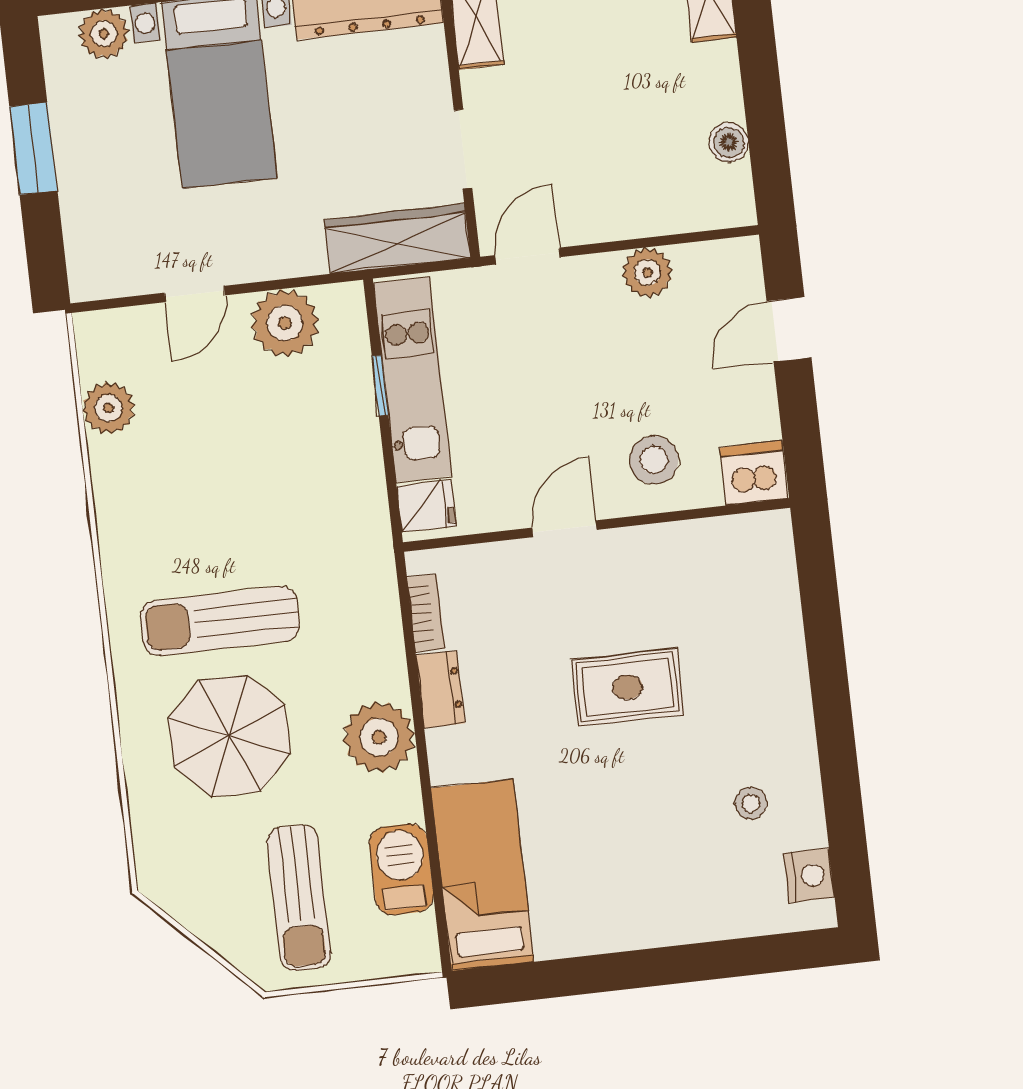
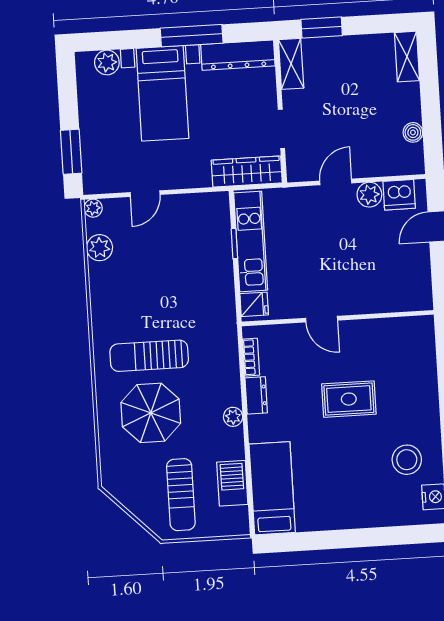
window: (33, 149) -> (71, 152), moved
door: (528, 256) -> (336, 182), moved
plant: (285, 323) -> (93, 208), moved, width x0.53, depth x0.53
stool: (654, 460) -> (368, 288), removed
dishwasher: (754, 473) -> (399, 195), moved, turned 180
door: (564, 529) -> (322, 319), swing flipped
plant: (379, 737) -> (233, 417), width x0.53, depth x0.53
stool: (751, 803) -> (407, 460), width x1.89, depth x1.89

